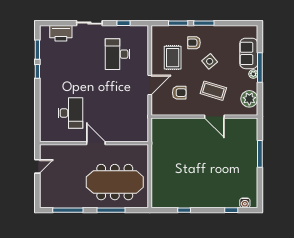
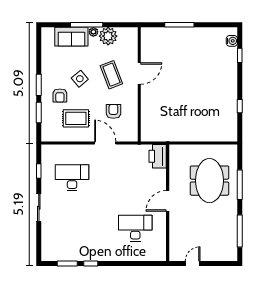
printer: (61, 33) -> (158, 156), moved, turned 180
desk: (118, 54) -> (72, 178), turned 180
coffee table: (213, 91) -> (111, 75), turned -38
plant: (249, 99) -> (108, 36), moved
door: (37, 166) -> (193, 264), hinge flipped
meeting table: (115, 182) -> (209, 181), width x0.73

